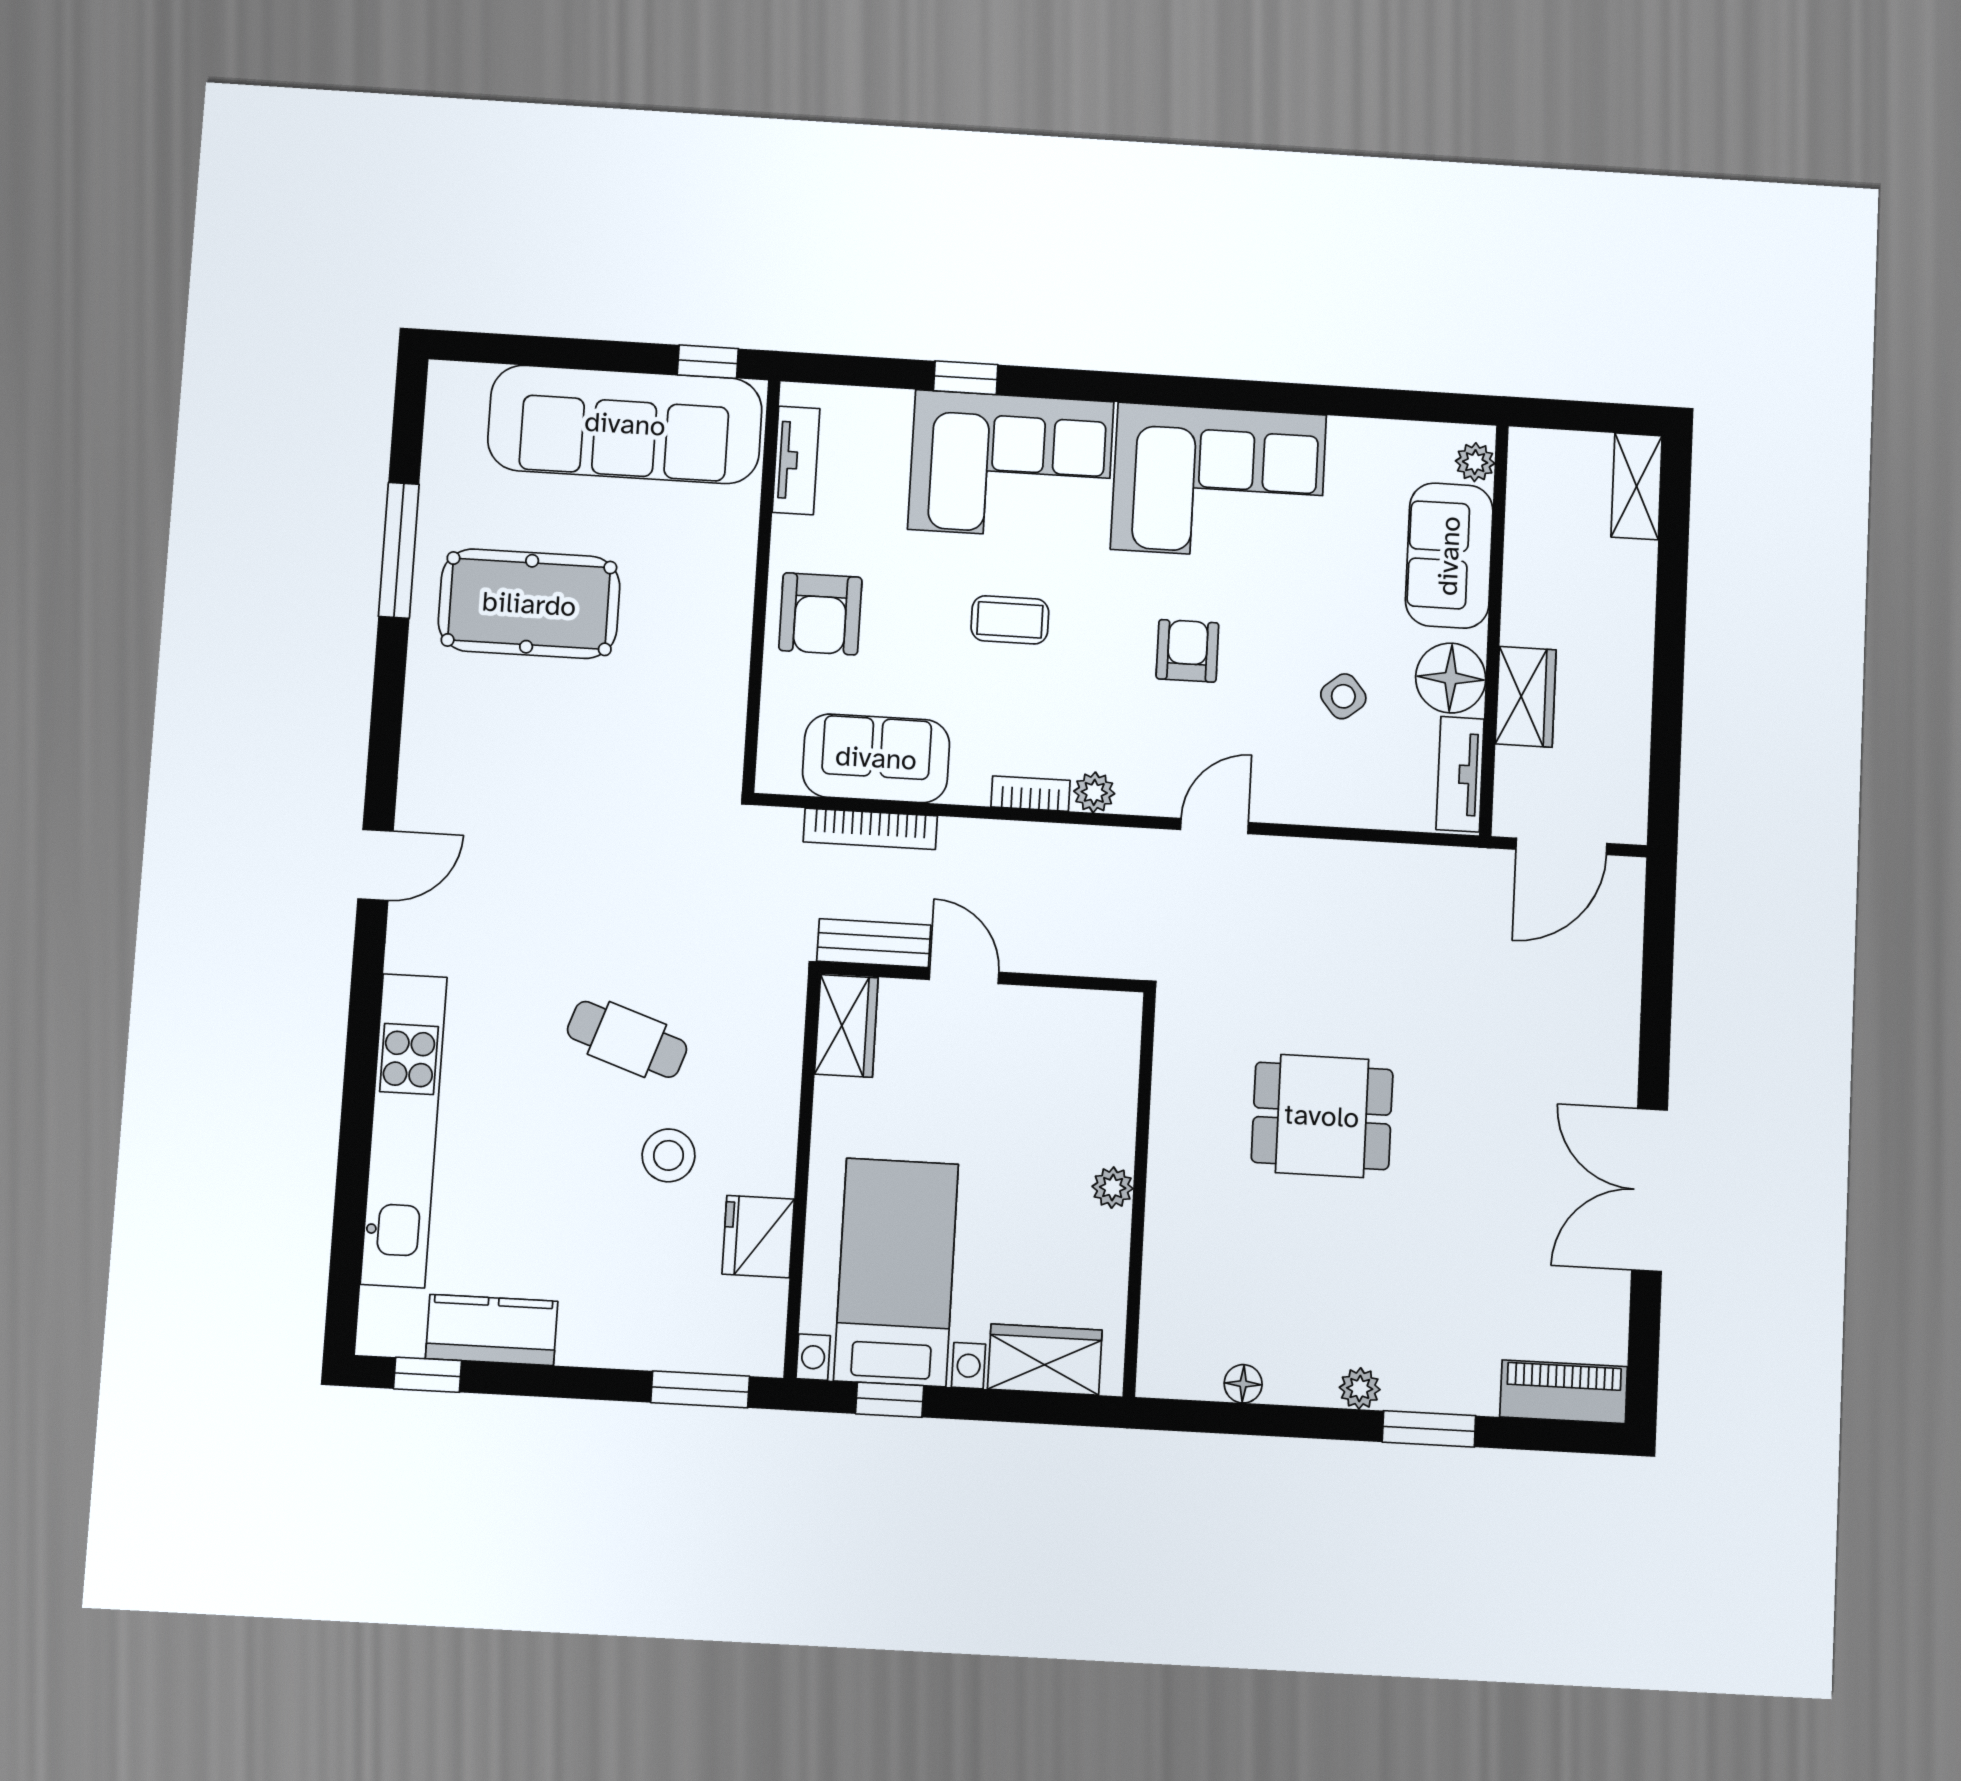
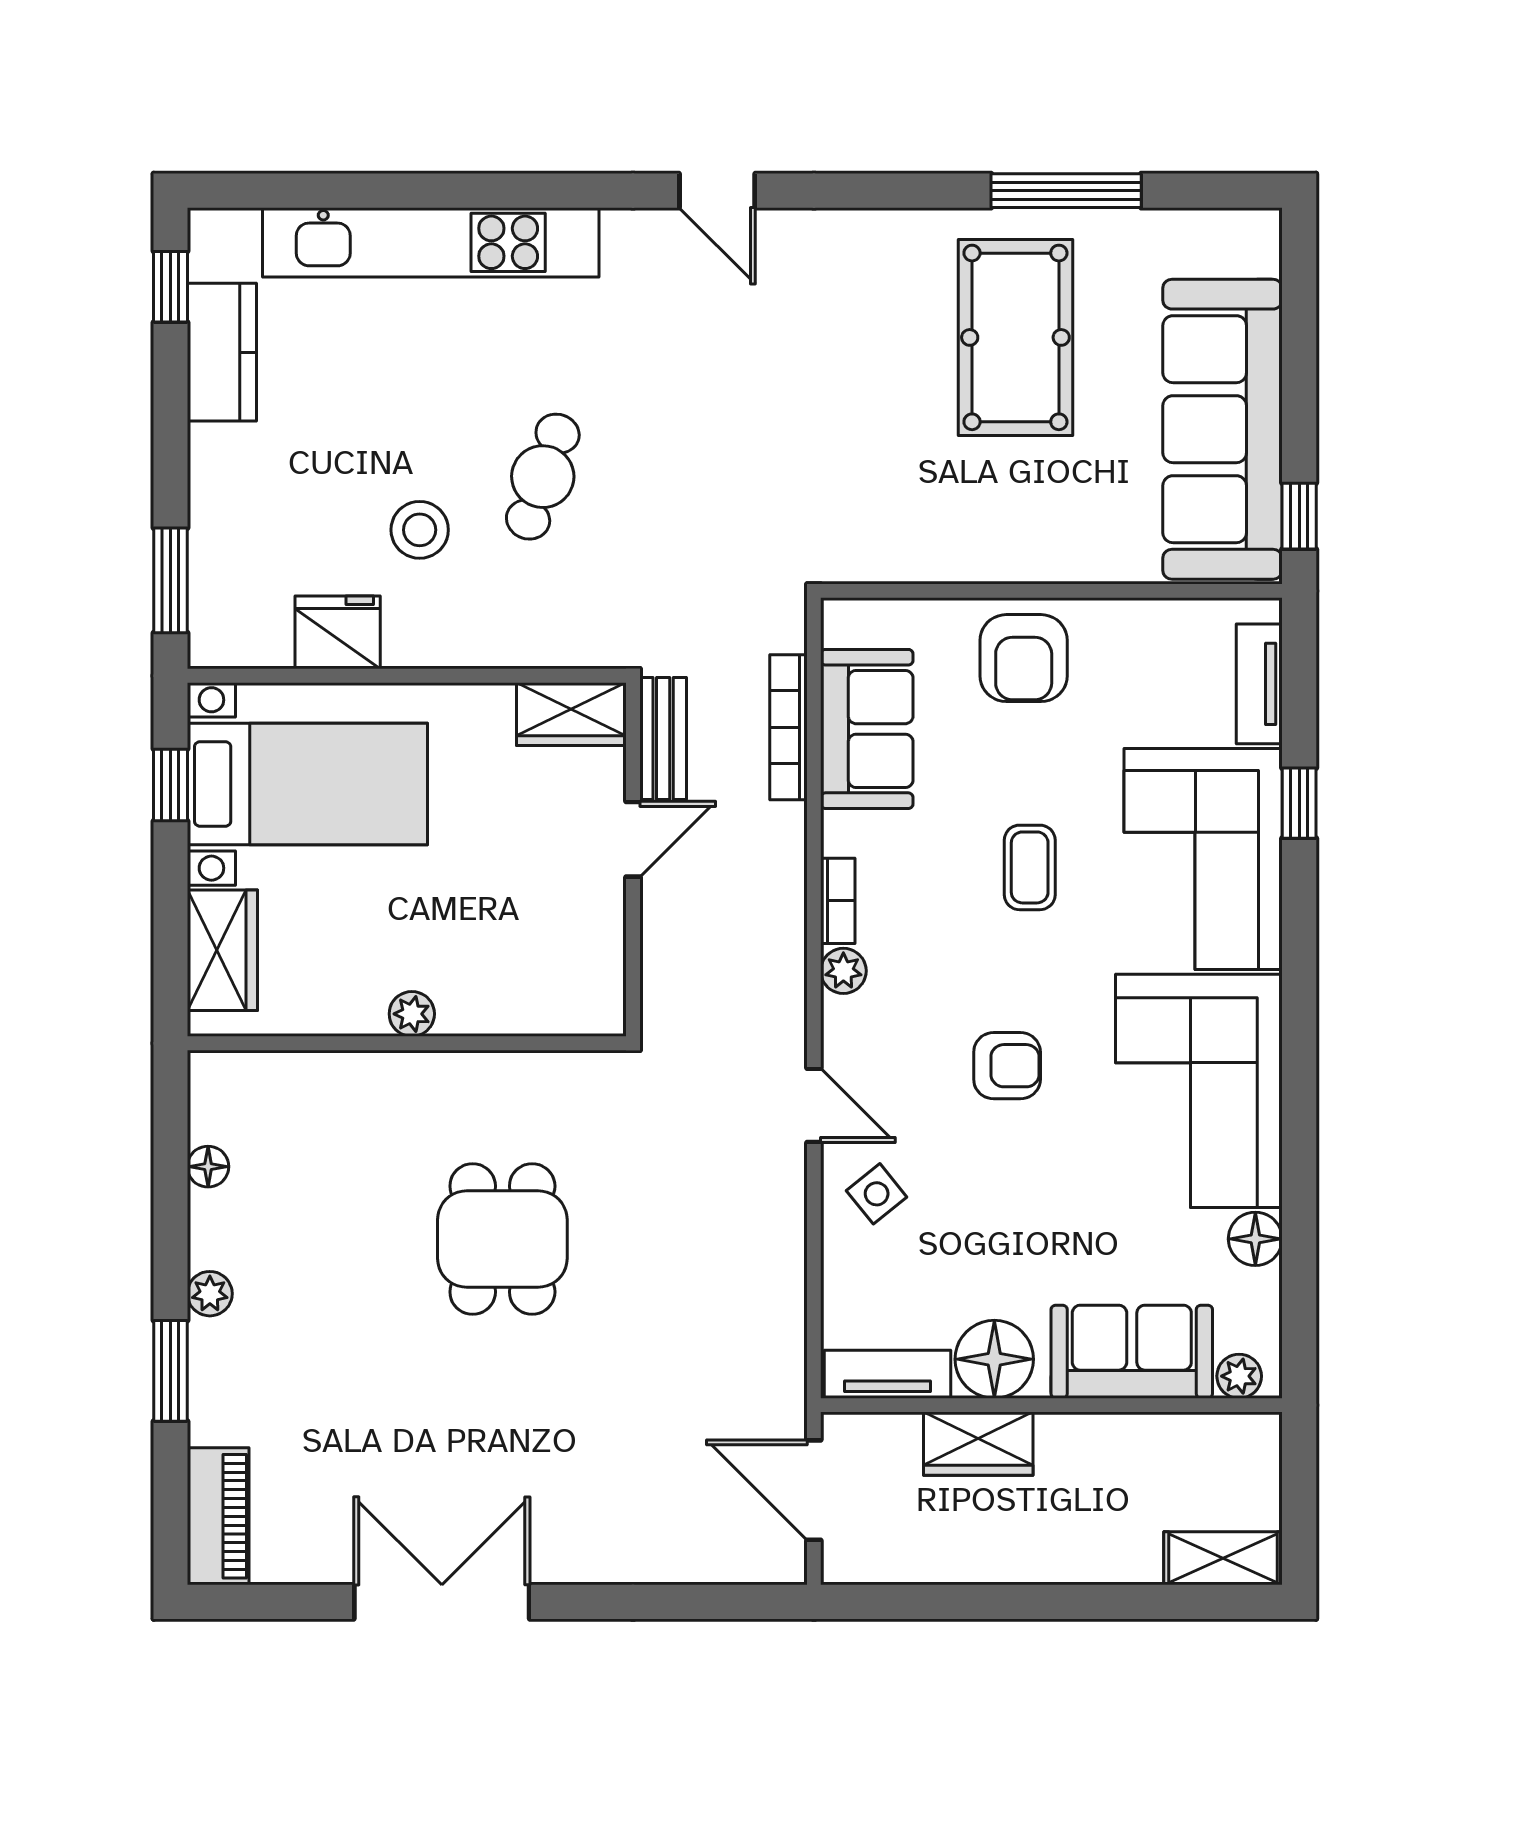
floor lamp: (1353, 440) -> (1255, 1239), added
tv unit: (796, 460) -> (1259, 684), moved, turned 90
armchair: (820, 614) -> (1024, 658), turned -90
side table: (1343, 696) -> (877, 1194), moved

